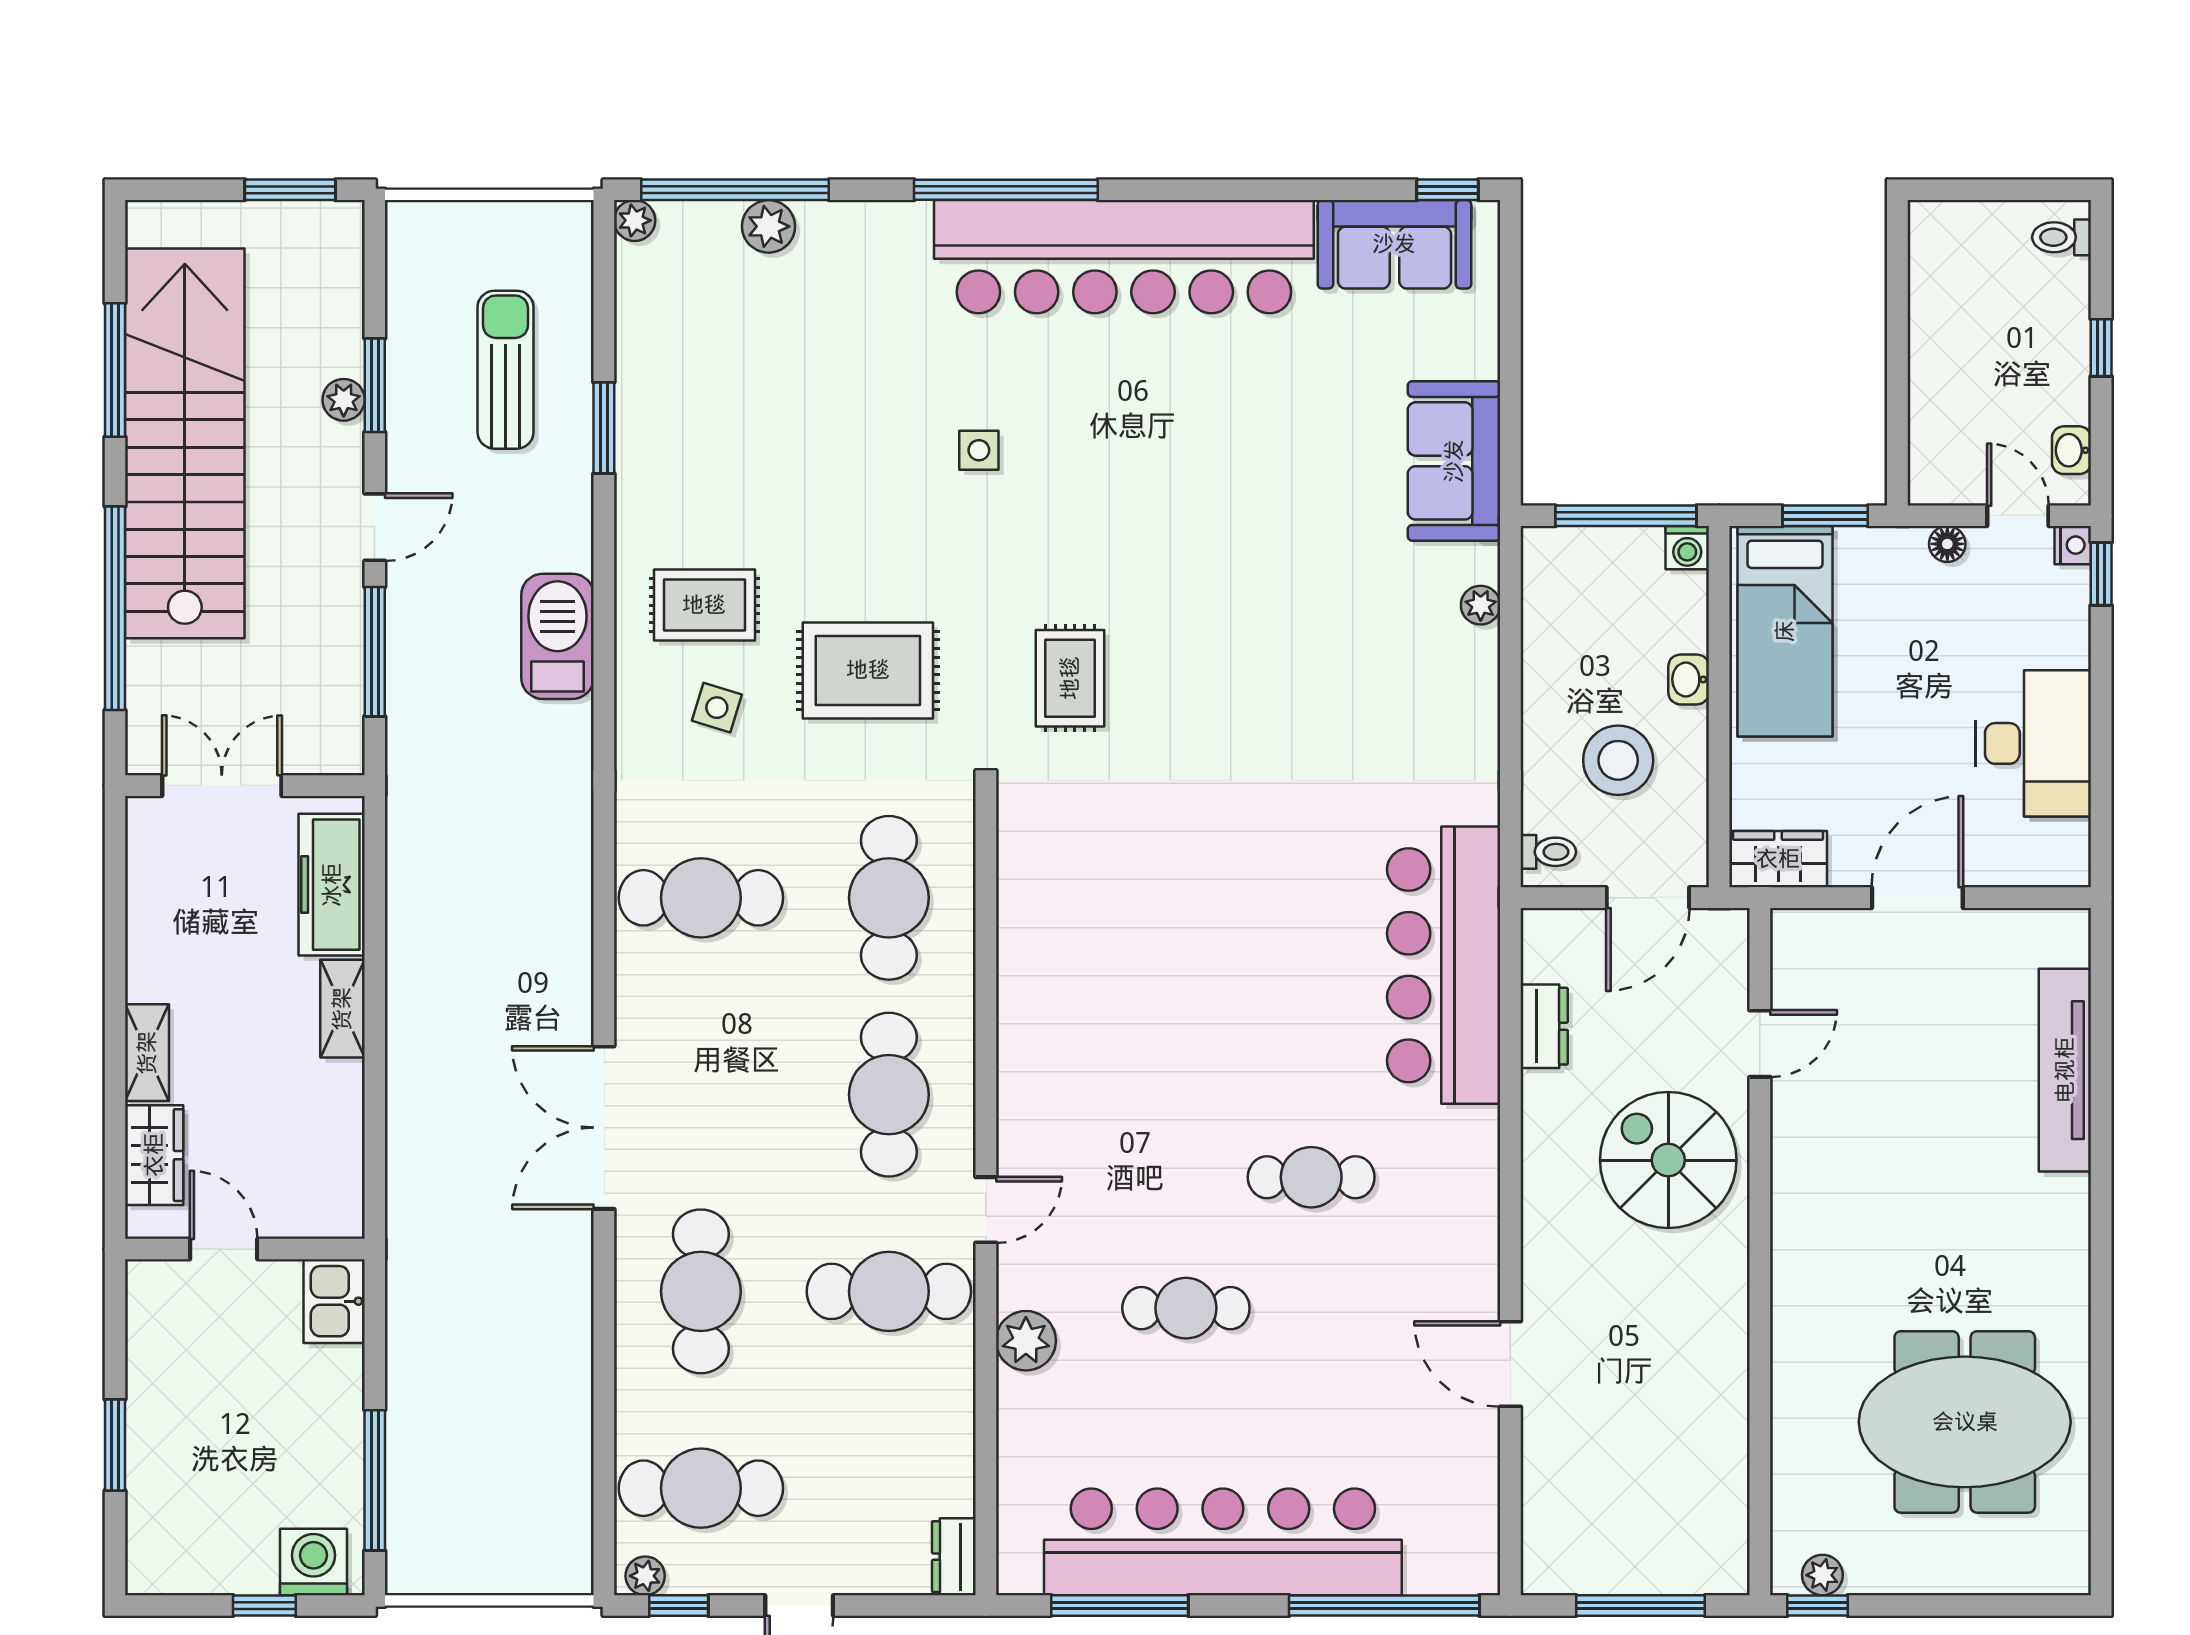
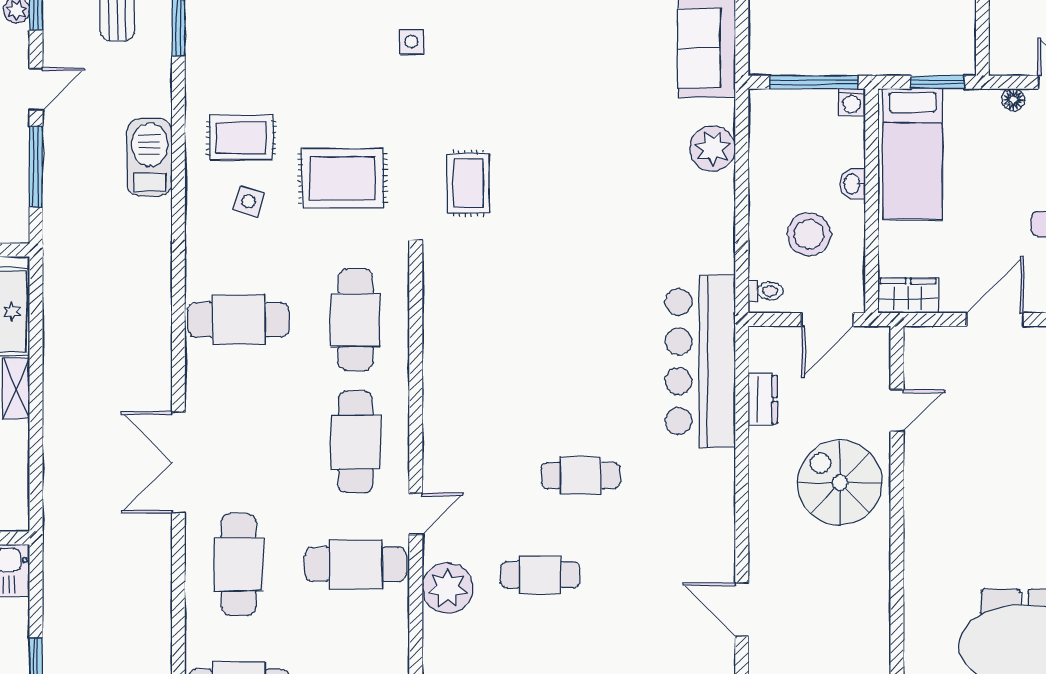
plant: (1481, 605) -> (713, 148), width x1.88, depth x1.88
cafe table: (1311, 1177) -> (581, 476), moved
plant: (1026, 1341) -> (447, 588), width x1.36, depth x1.36

